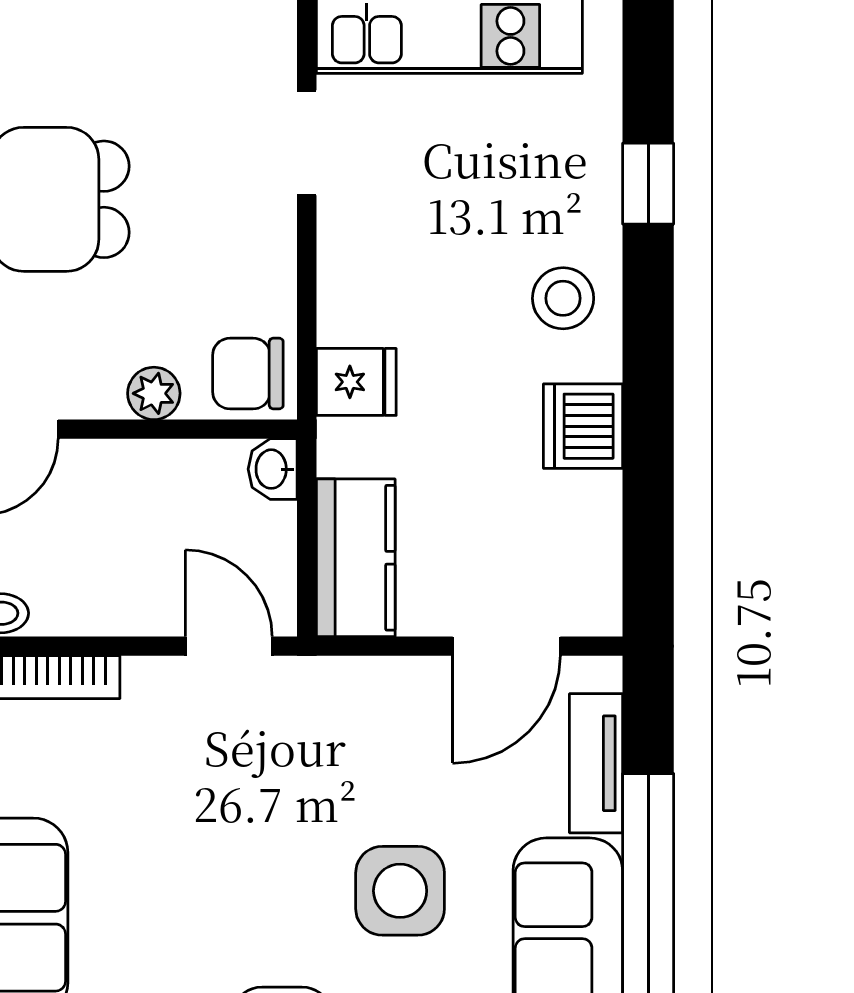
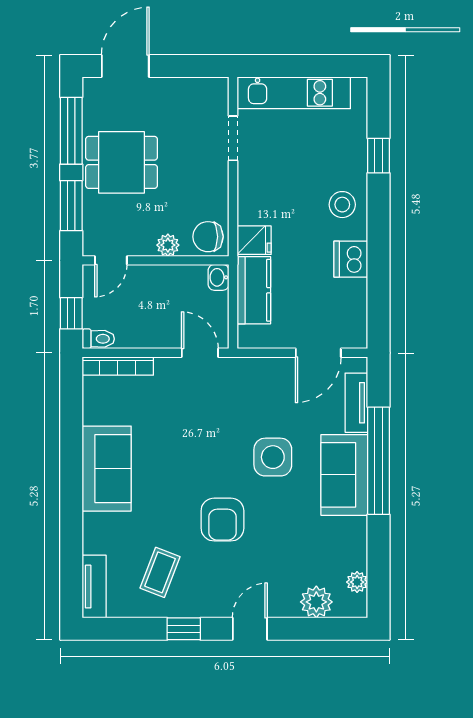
kitchen counter: (356, 558) -> (254, 290), moved

